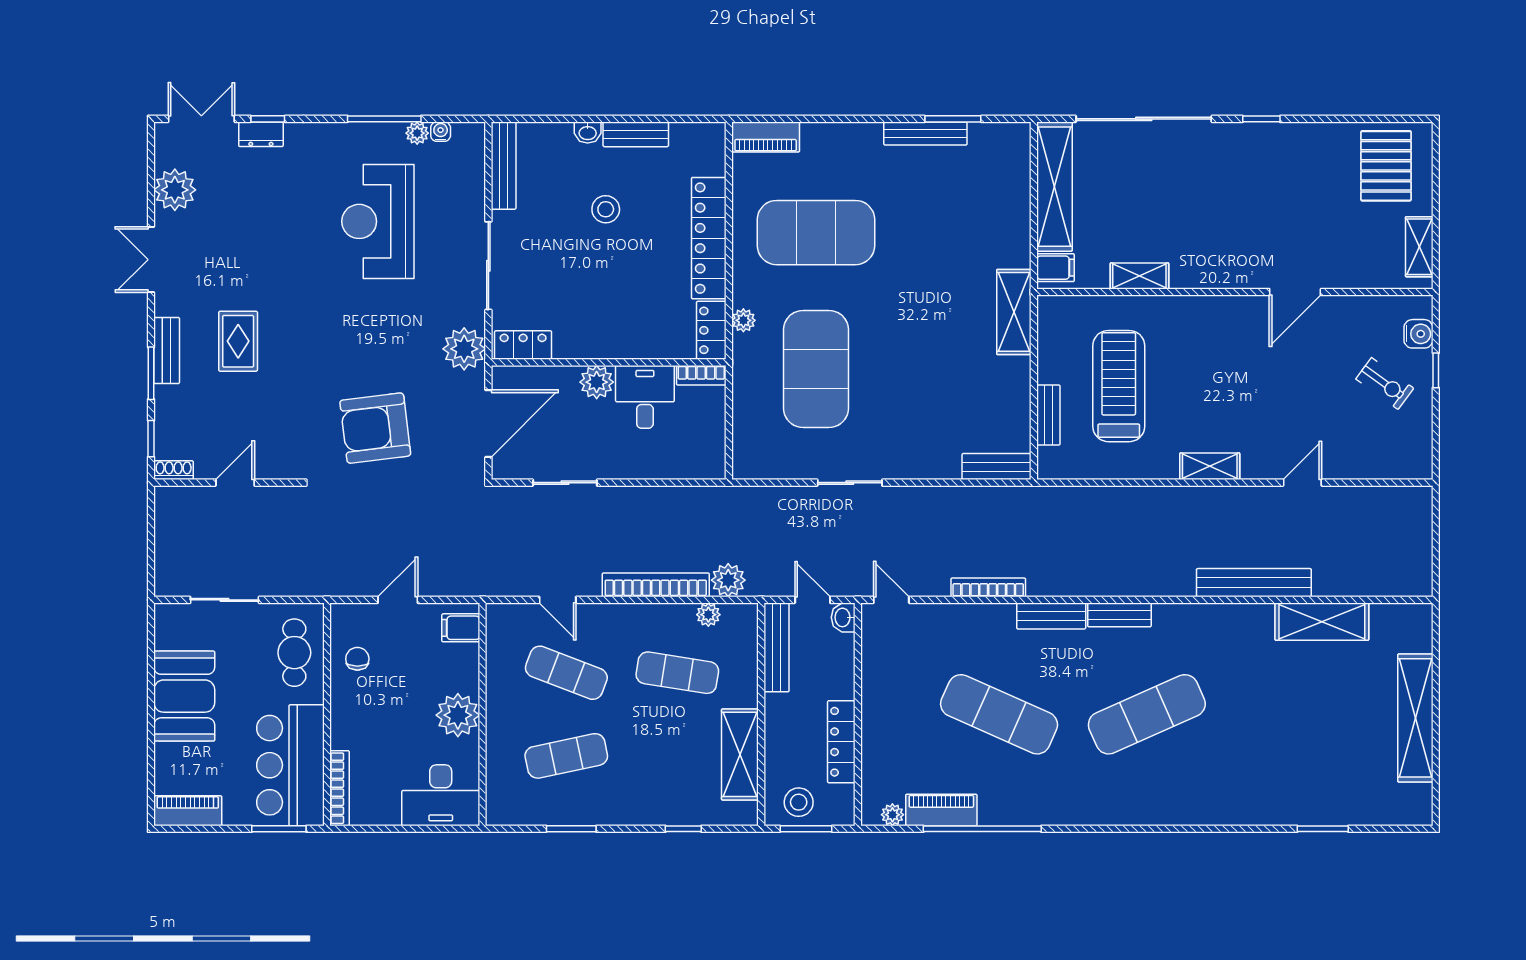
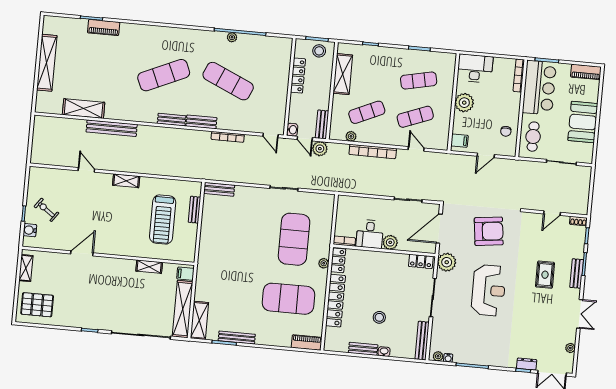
plant: (417, 133) -> (438, 356), moved
pallet: (1386, 166) -> (37, 305), turned 90
plant: (175, 190) -> (570, 348), width x0.53, depth x0.53
reception desk: (378, 221) -> (489, 290), moved
shelving: (1014, 312) -> (199, 320), moved
door: (1302, 483) -> (86, 170), swing flipped
plant: (728, 580) -> (320, 149), moved
bench: (777, 647) -> (322, 124), width x0.73
exercise mat: (566, 673) -> (415, 117), turned -42
exercise mat: (677, 673) -> (367, 112), turned -33
piano: (941, 810) -> (104, 27), moved
plant: (892, 815) -> (232, 37), moved

